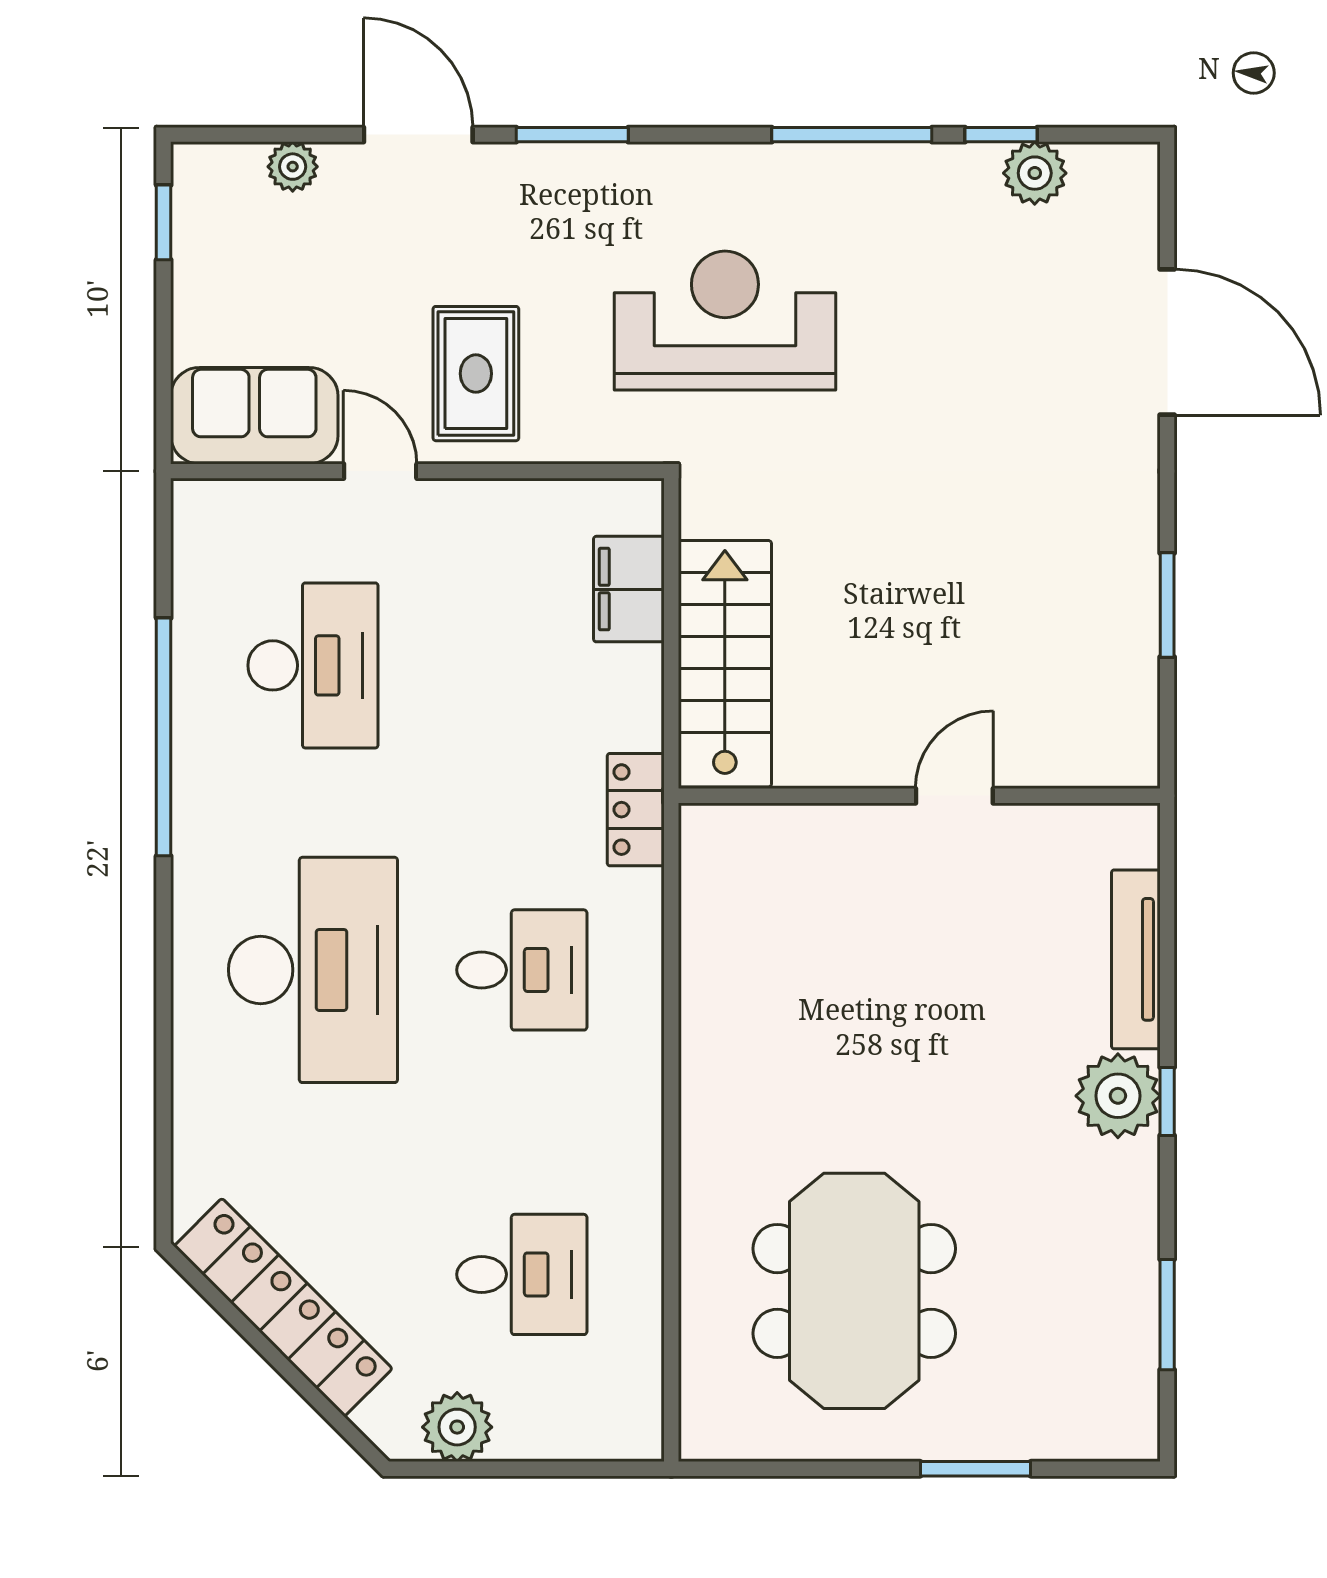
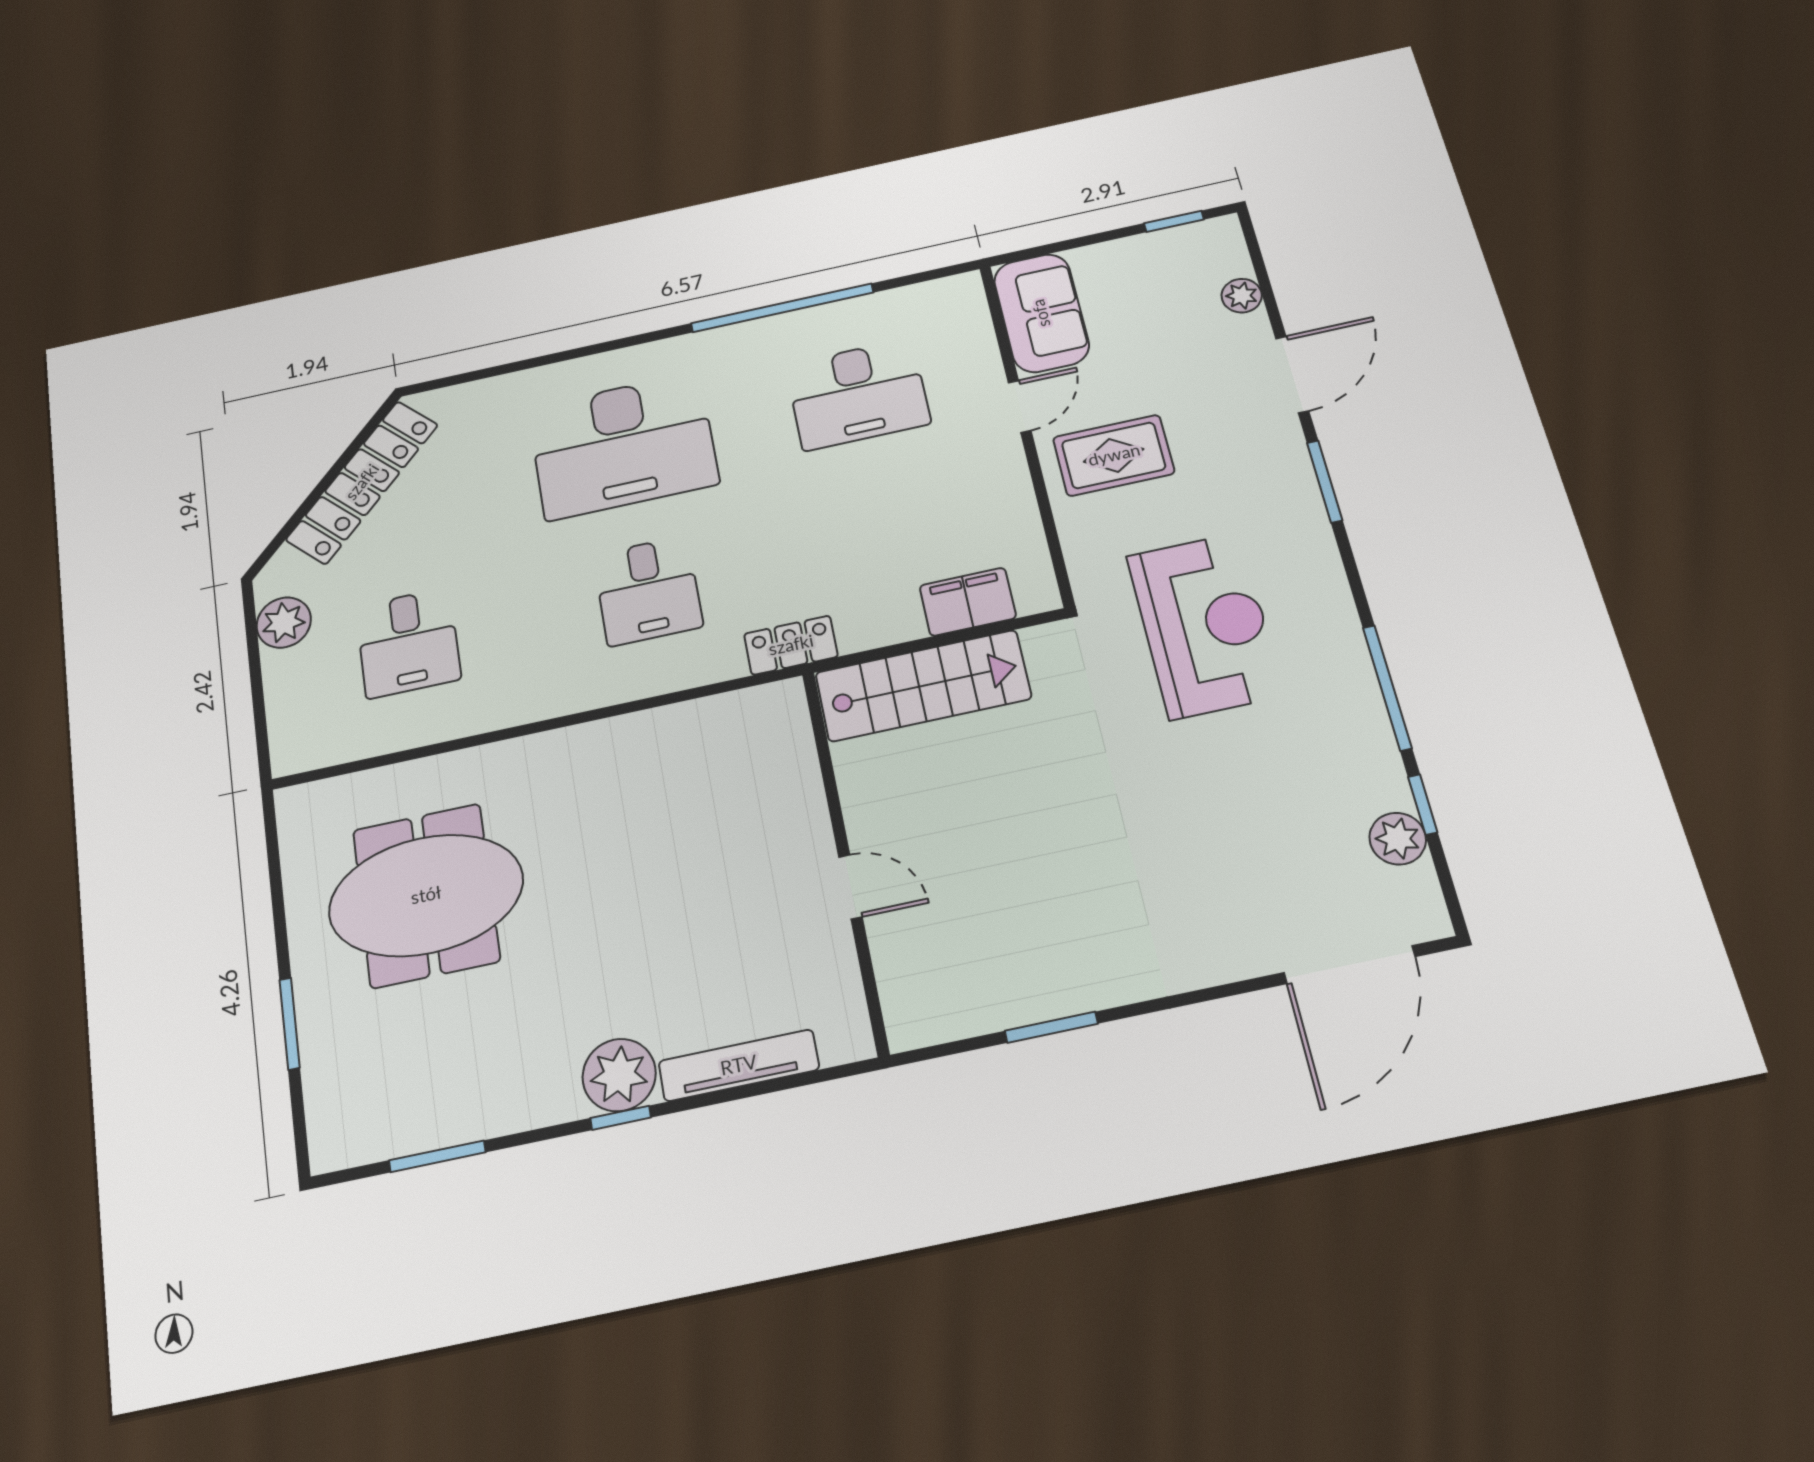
door: (1167, 342) -> (1349, 965), moved

